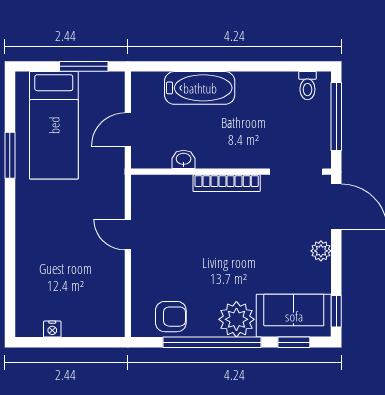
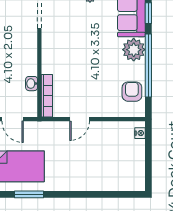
bookcase: (227, 183) -> (47, 96), moved
nightstand: (52, 329) -> (140, 133), moved

